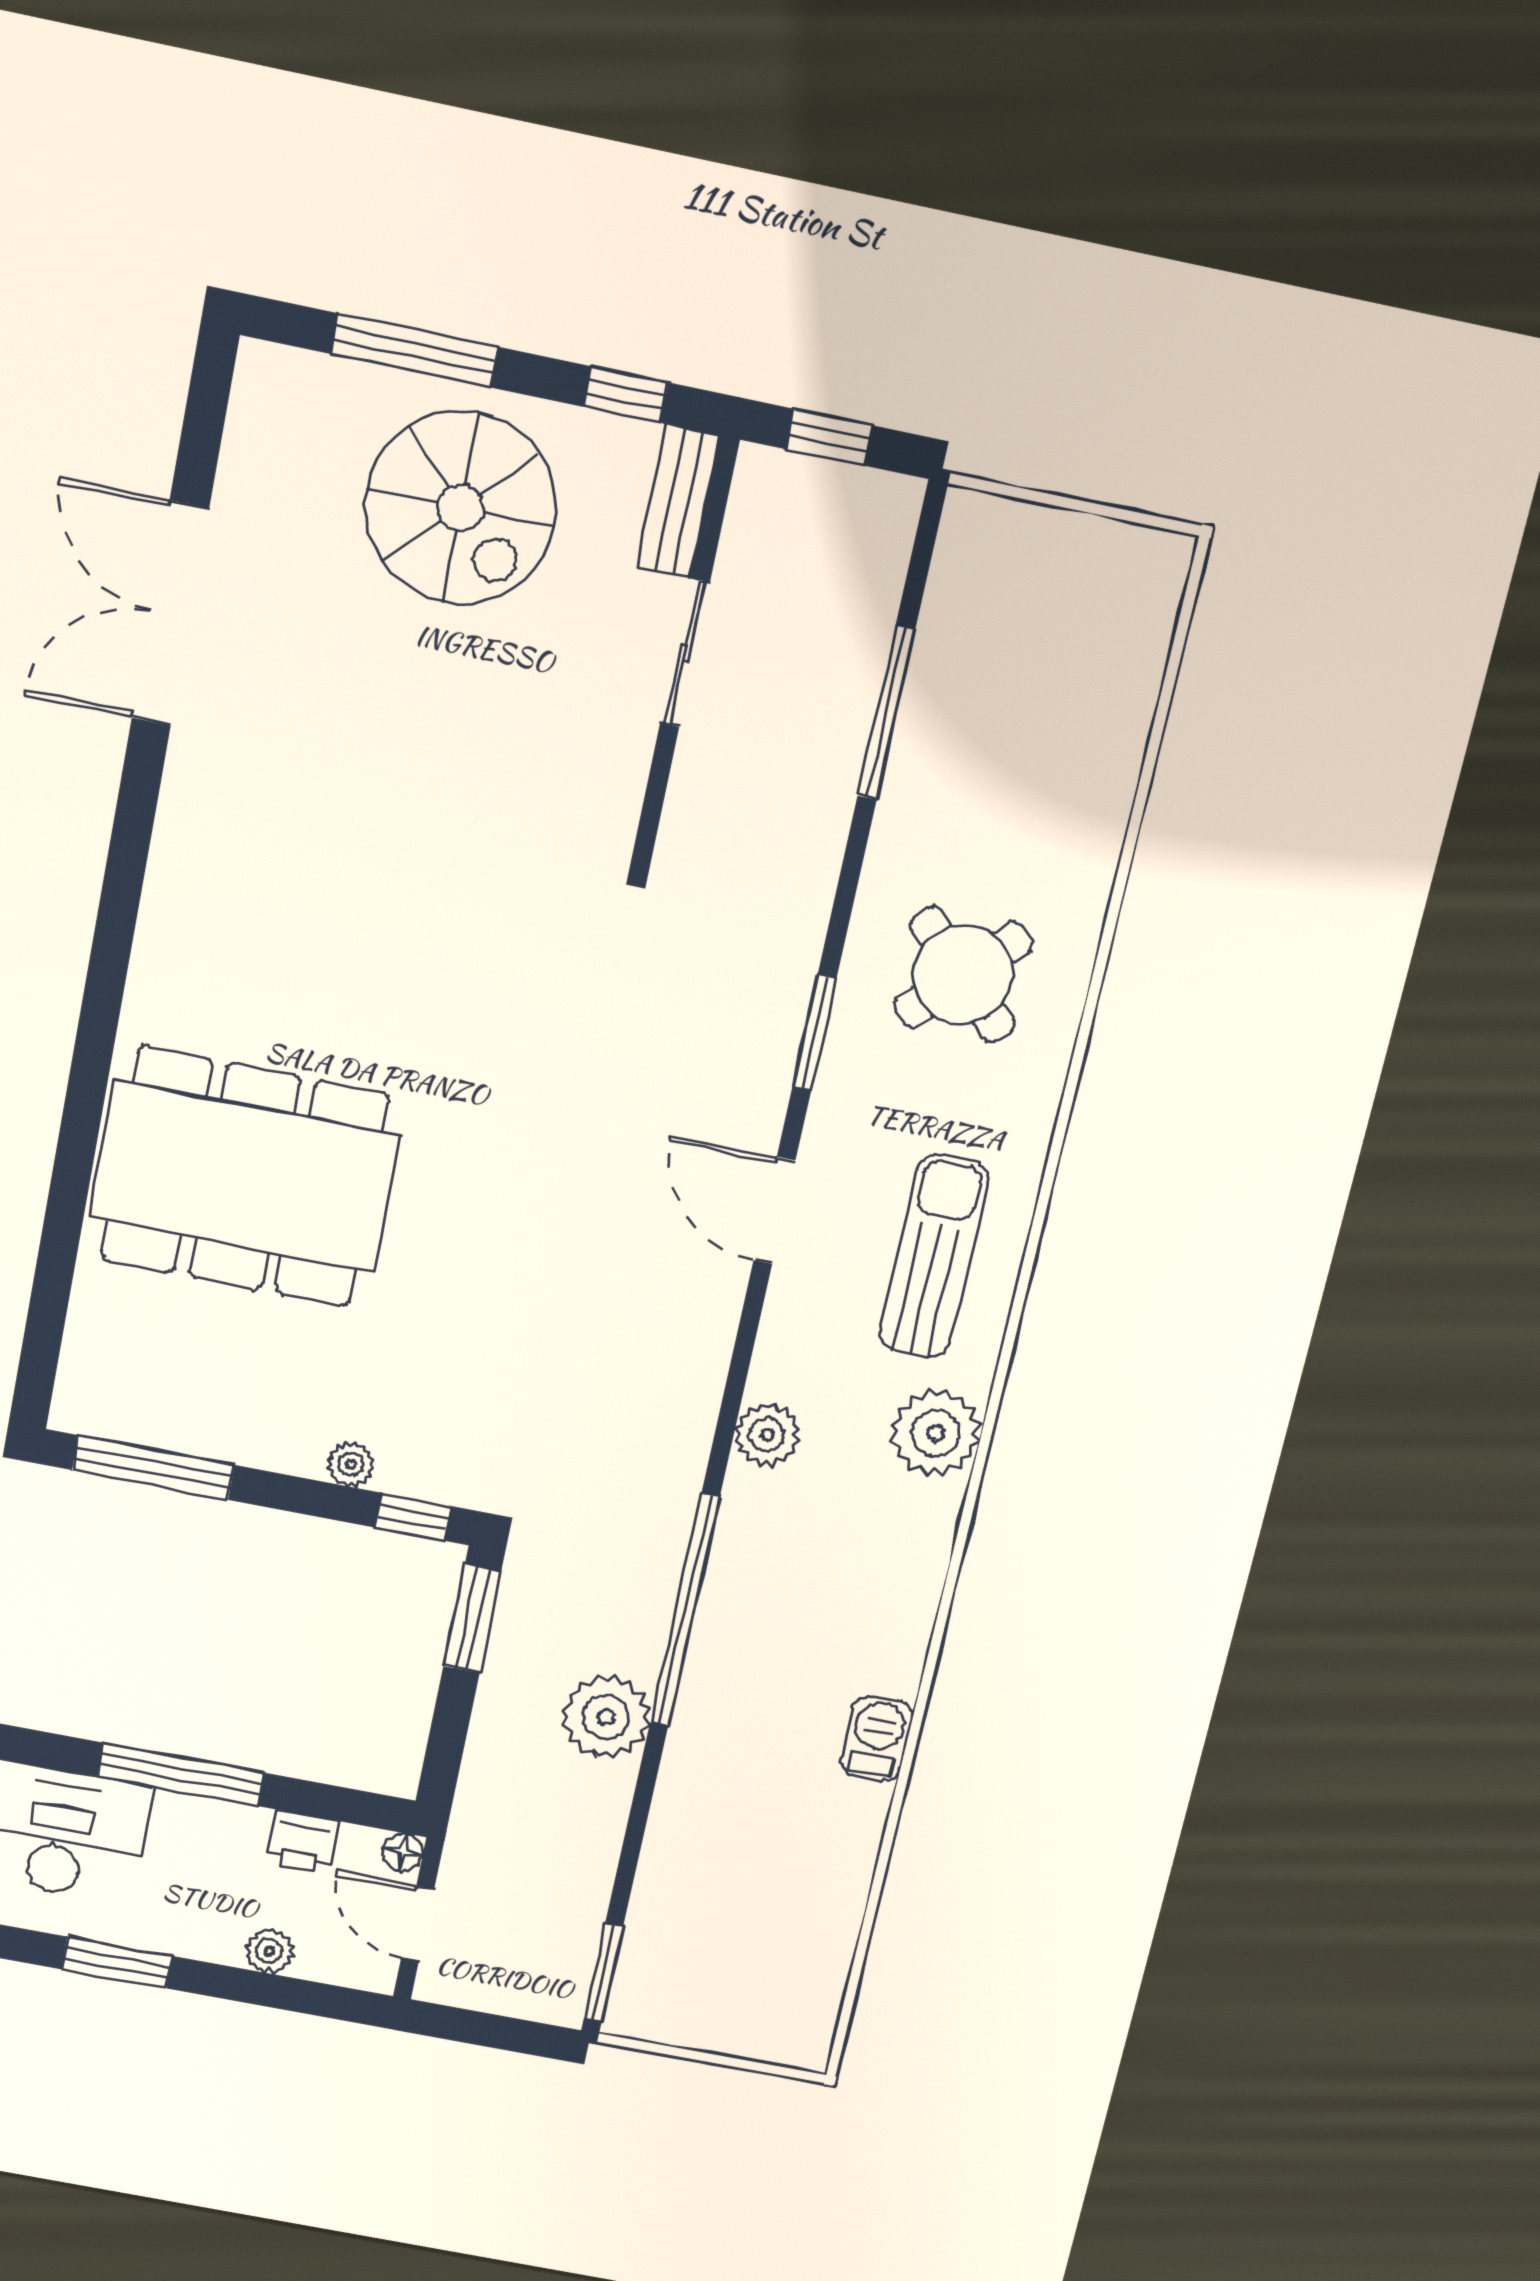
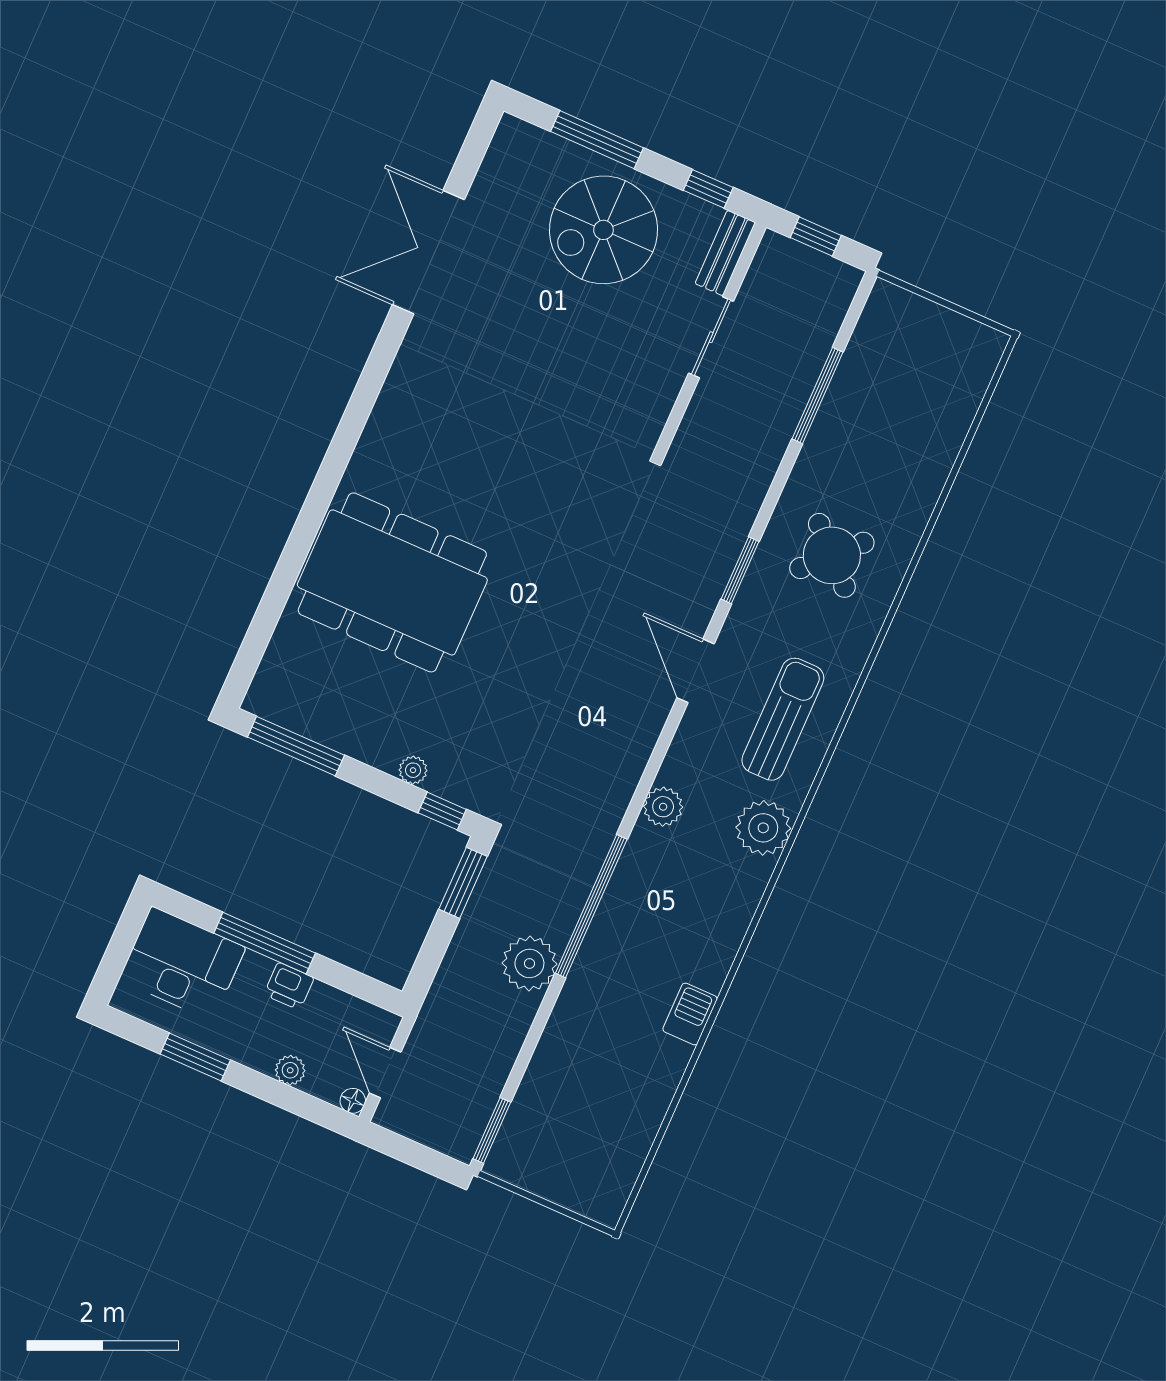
spiral stairs: (461, 508) -> (603, 230), turned 90
printer: (302, 1842) -> (289, 986), moved
floor lamp: (403, 1852) -> (353, 1101), moved

